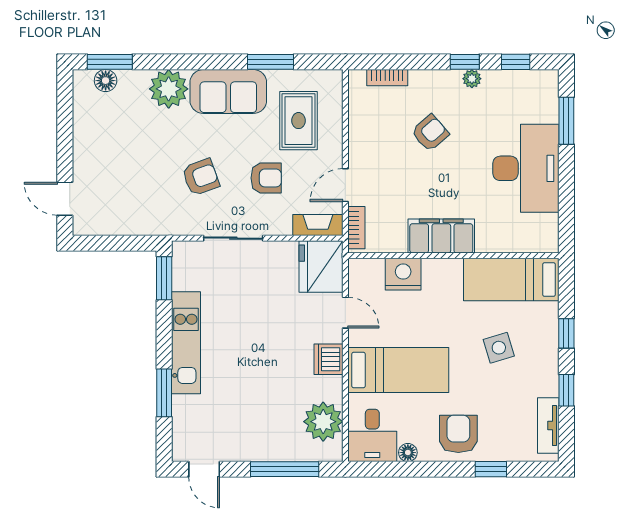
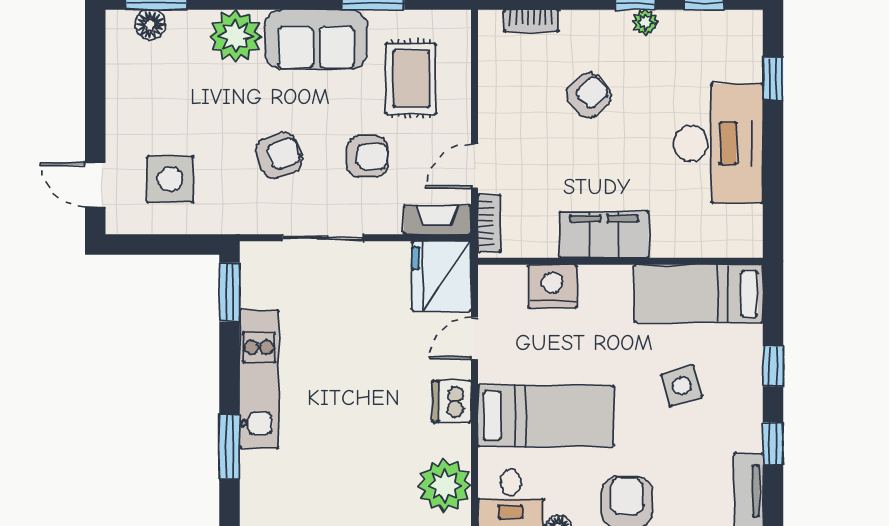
window: (566, 121) -> (773, 79), width x0.67
side table: (120, 195) -> (170, 179), added
door: (345, 313) -> (474, 338), swing flipped

